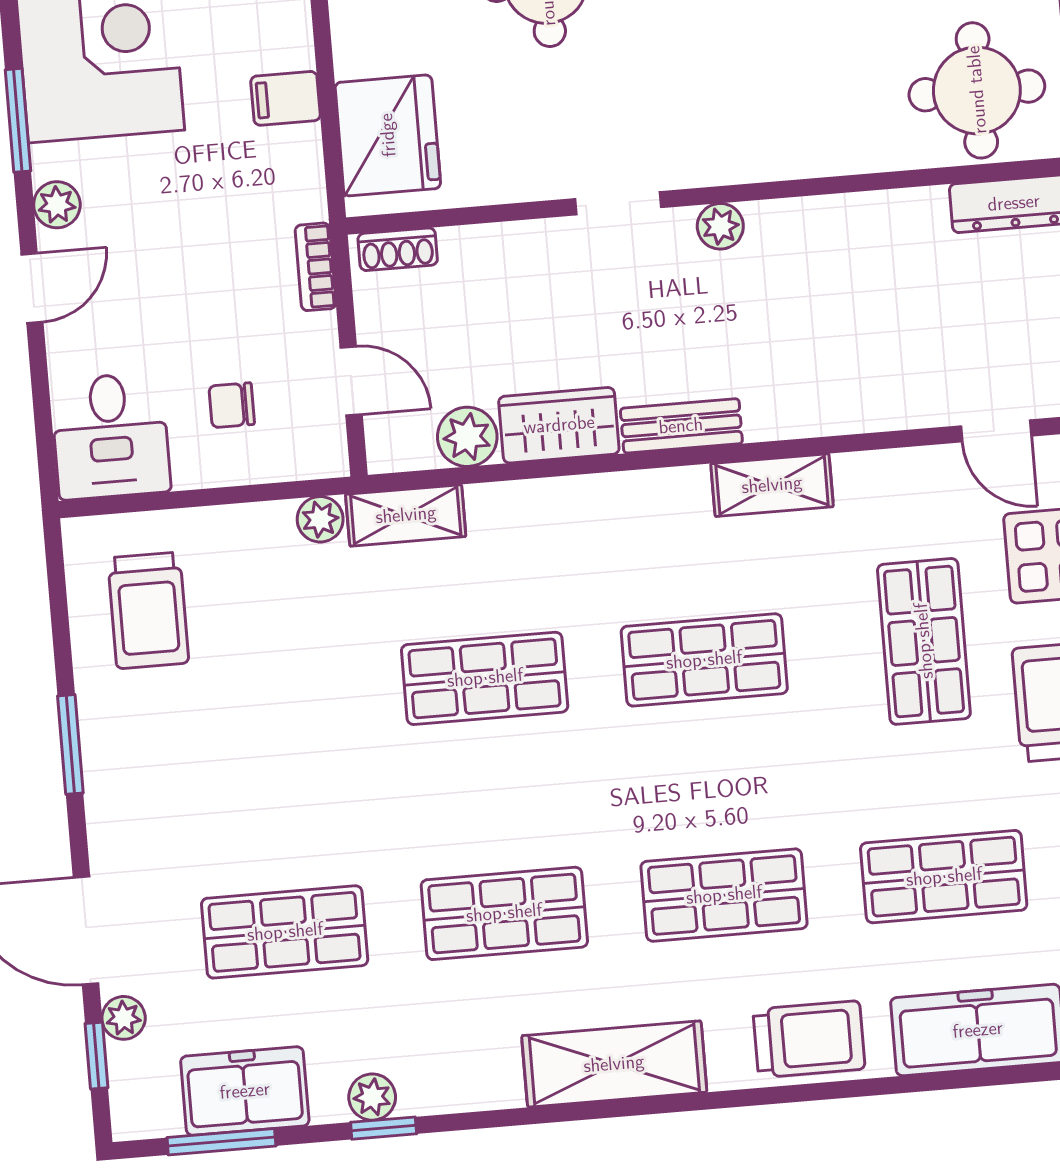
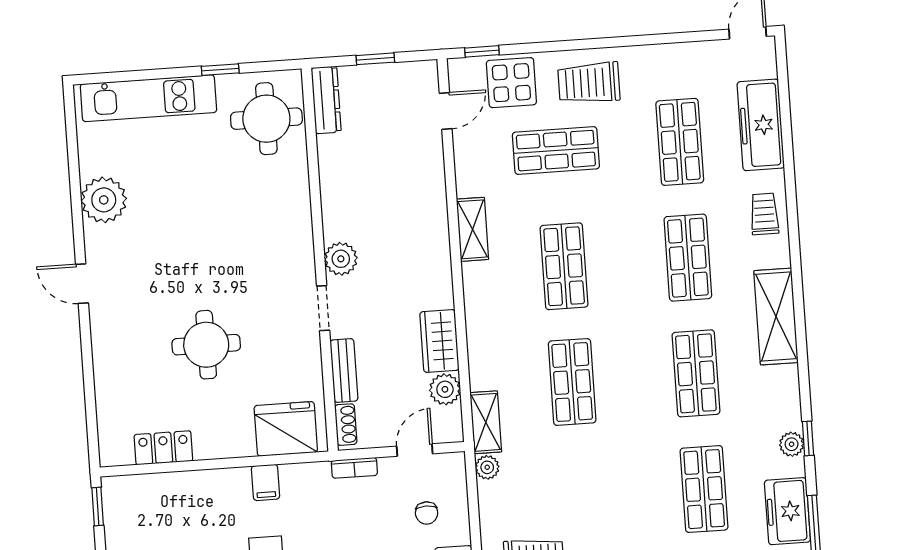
plant: (720, 226) -> (341, 259), width x1.38, depth x1.38
bench: (681, 426) -> (344, 370), moved
trolley: (809, 1039) -> (764, 214), width x0.73, depth x0.72

